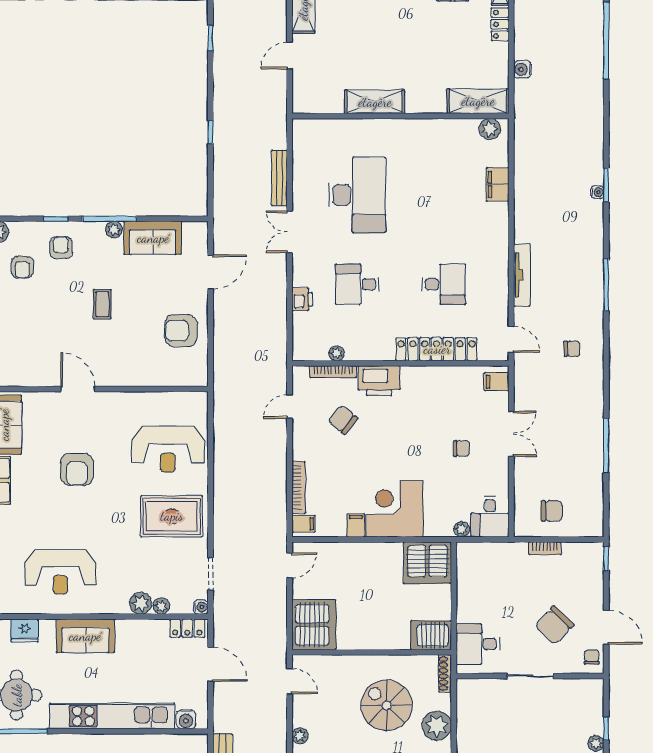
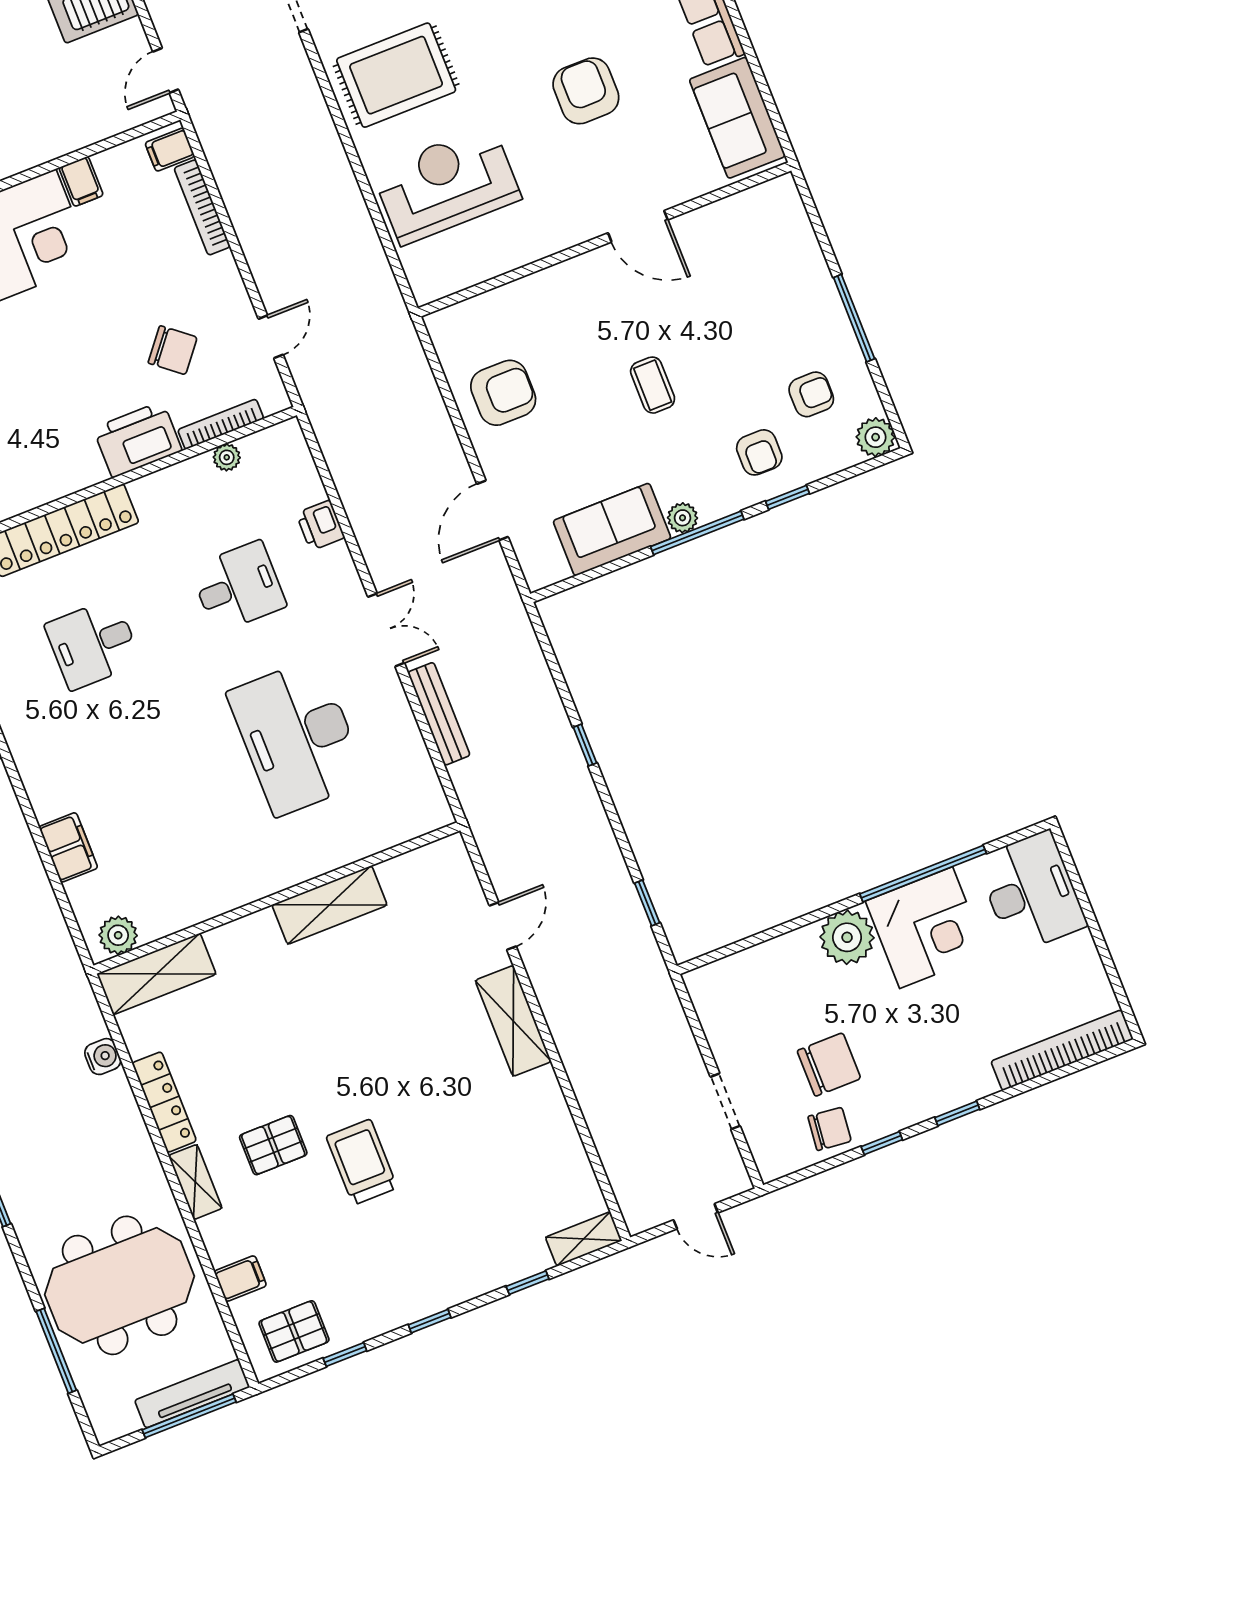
locker: (500, 24) -> (164, 1102), width x1.53
armchair: (22, 267) -> (811, 394), turned 89

